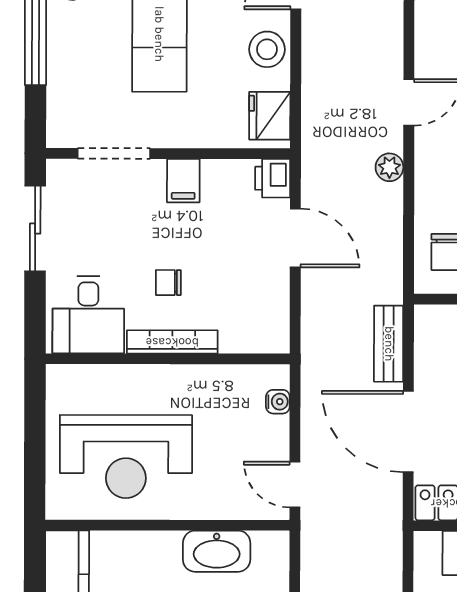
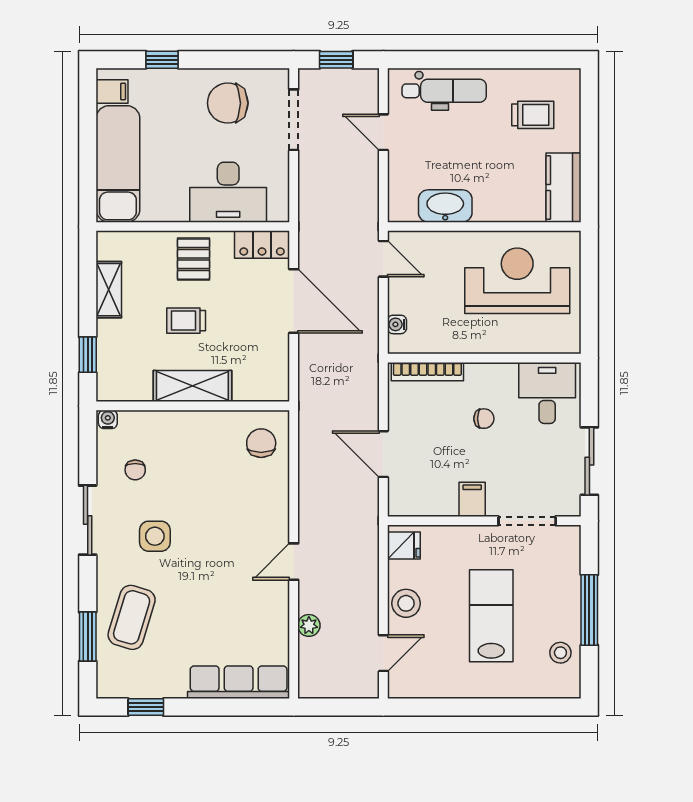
fridge: (270, 116) -> (404, 546), width x0.72
plant: (389, 167) -> (309, 625), moved
printer: (273, 178) -> (401, 501), removed
bookcase: (172, 342) -> (427, 372), moved
bench: (389, 344) -> (309, 370), removed

